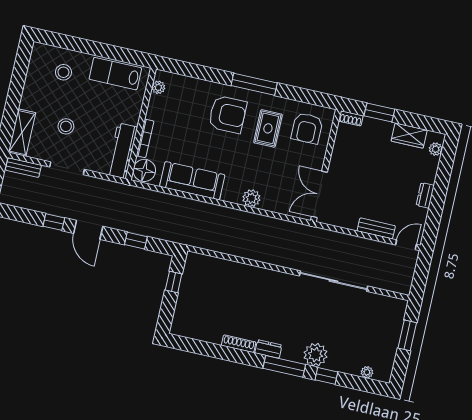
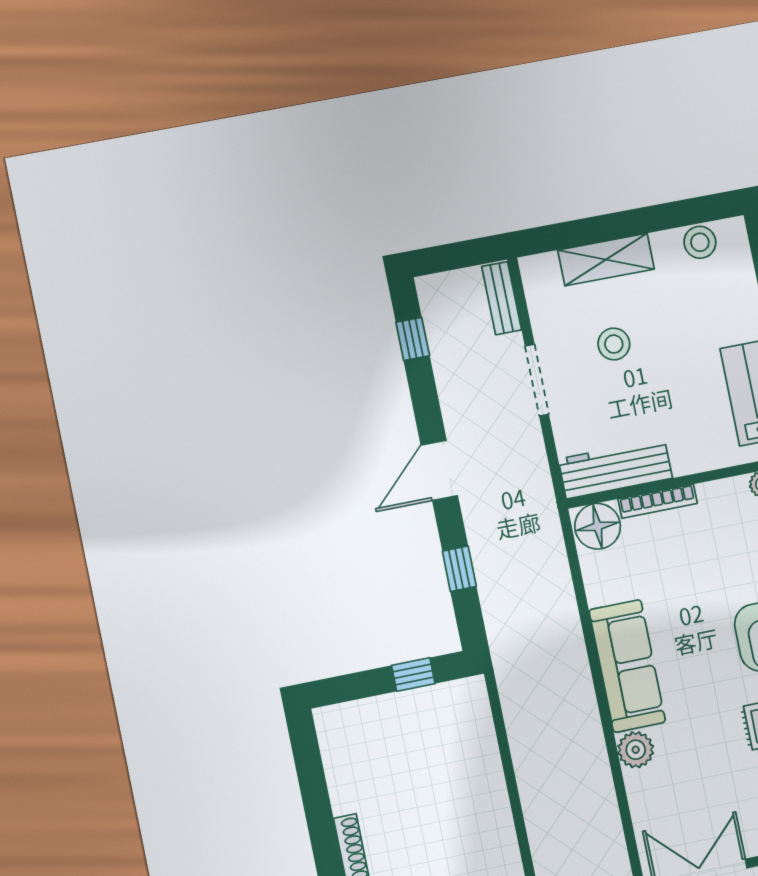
stool: (63, 72) -> (700, 242), moved
shelving: (22, 133) -> (606, 260), moved
sofa: (192, 181) -> (627, 666), moved
window: (54, 222) -> (413, 339), moved

